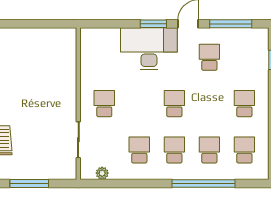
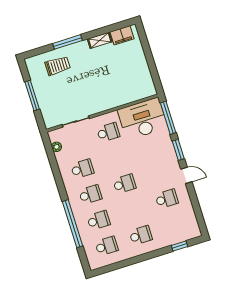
window: (231, 24) -> (168, 118), moved
desk: (149, 49) -> (143, 119), moved, turned -90

